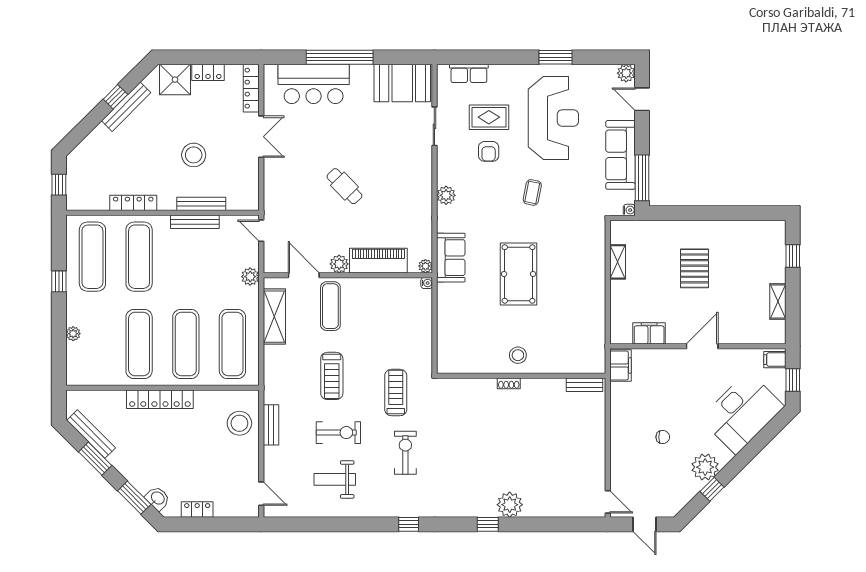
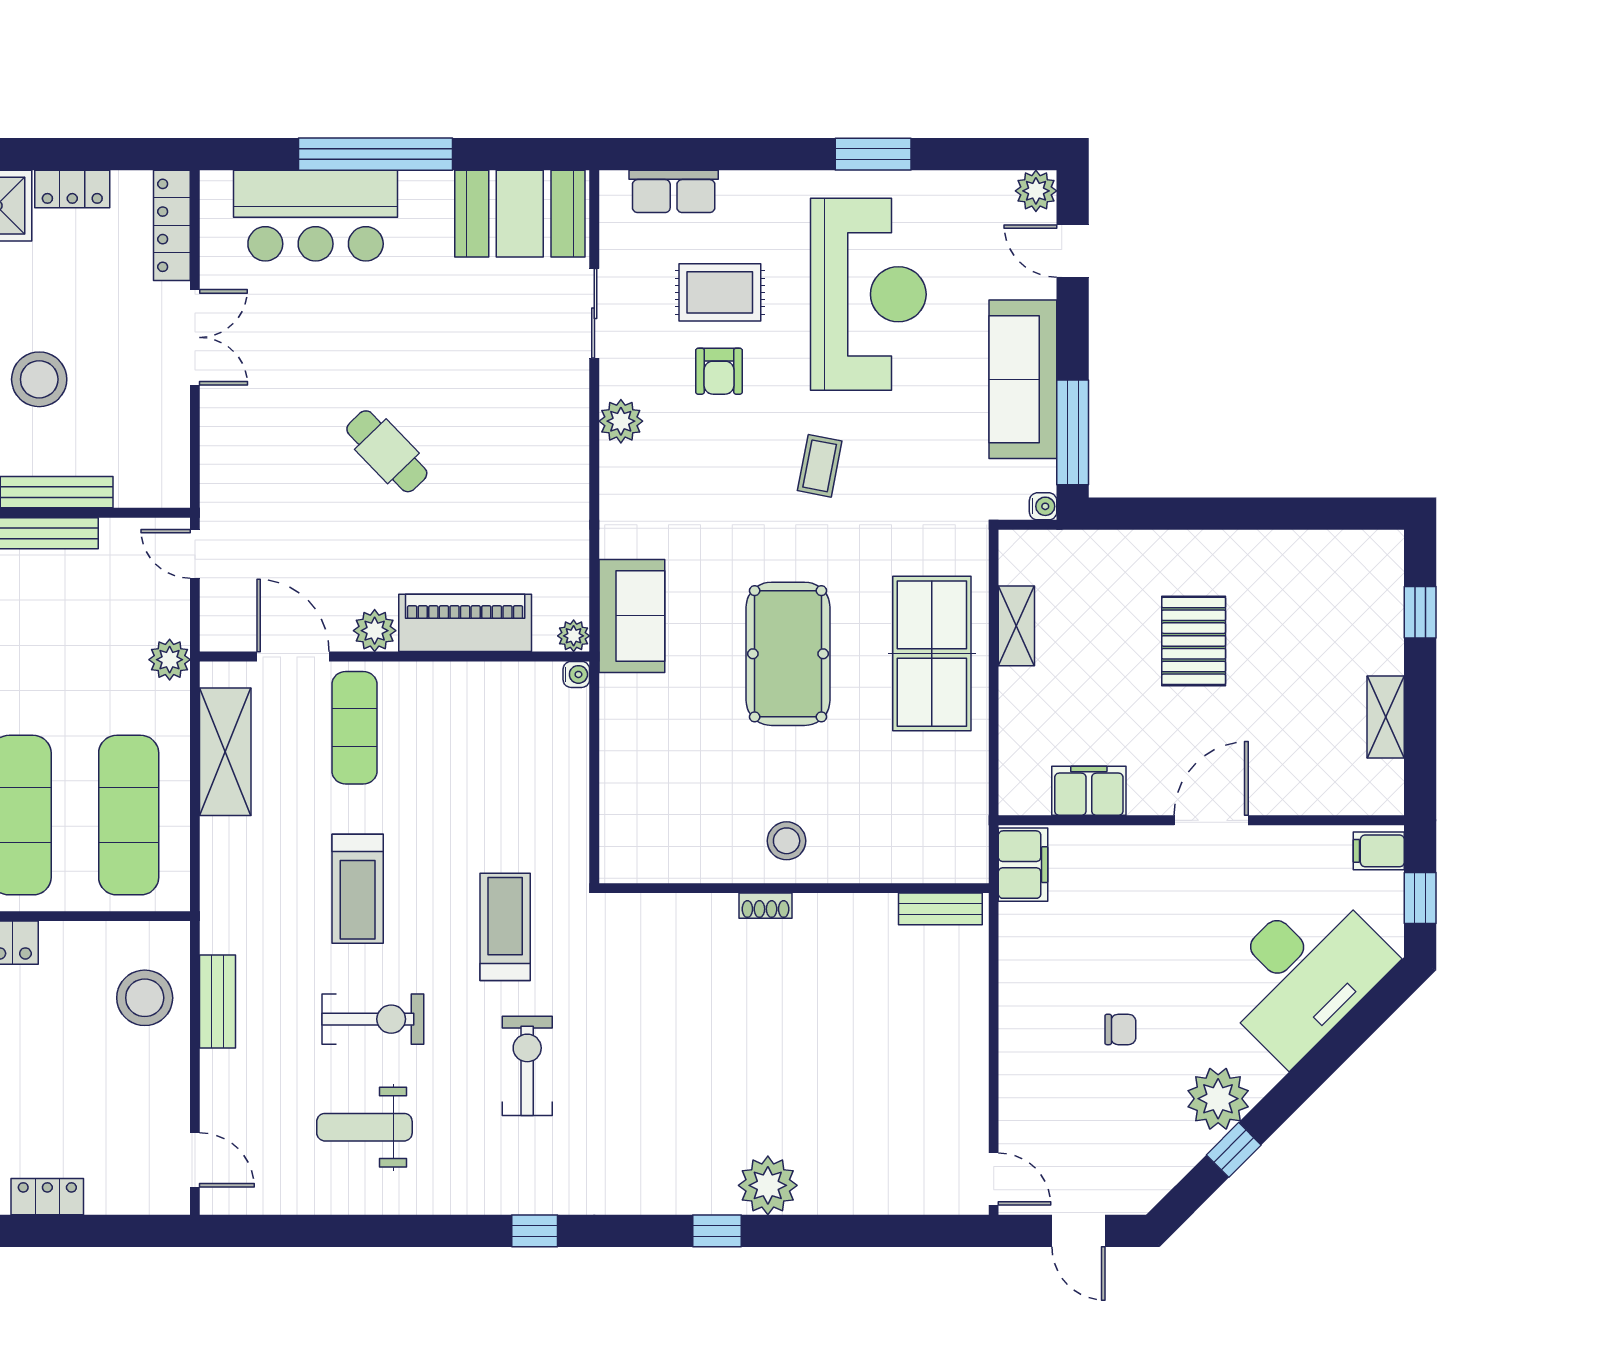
plant: (446, 195) -> (621, 421), moved
table tennis table: (581, 274) -> (932, 654), added

